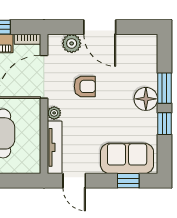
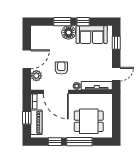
sofa: (127, 158) -> (92, 35), moved, turned -90

